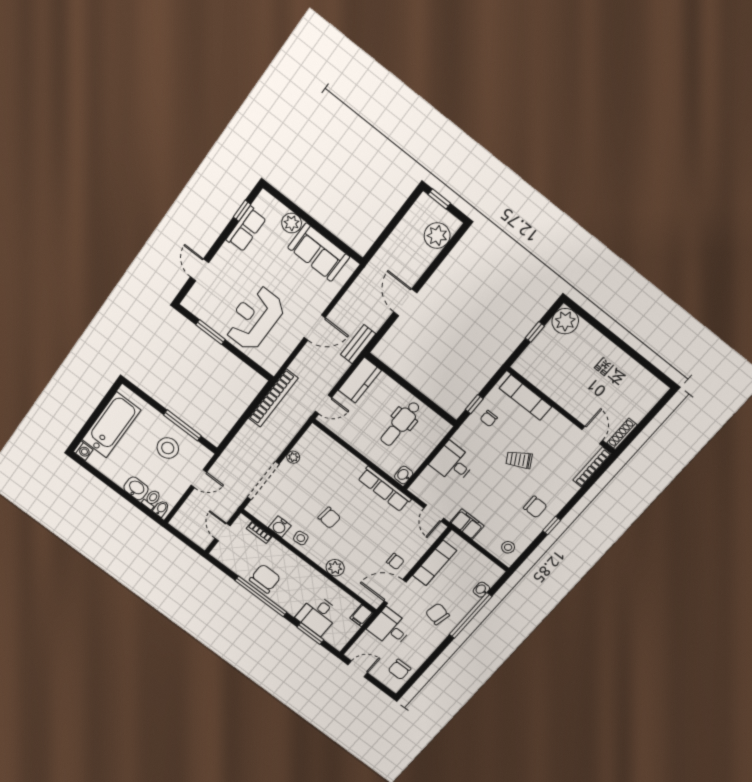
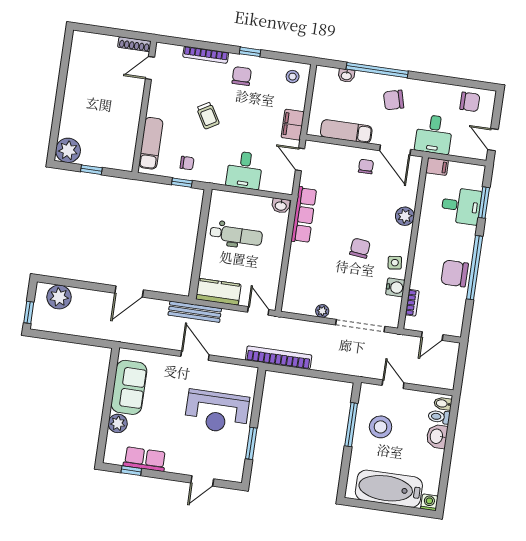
bench: (358, 344) -> (195, 312), width x1.36
bookcase: (592, 467) -> (206, 55), moved
door: (434, 513) -> (300, 159), swing flipped
chair: (437, 614) -> (394, 100), turned 62

